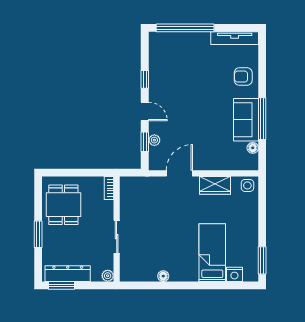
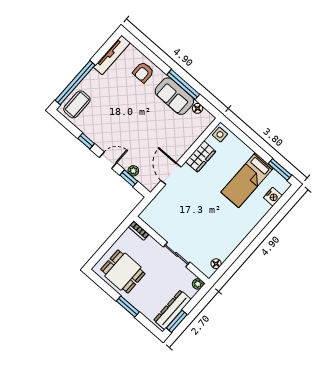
coffee table: (168, 45) -> (77, 104), added
bed: (212, 253) -> (247, 180), moved, turned -90
floor lamp: (163, 276) -> (216, 264), moved

